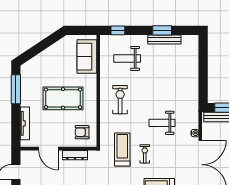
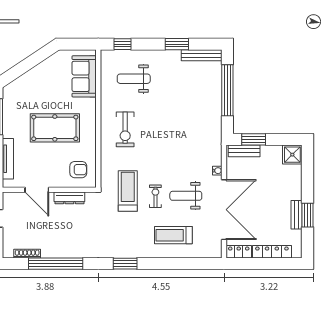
bench: (164, 39) -> (202, 55), moved
window: (203, 68) -> (227, 90), added
exercise bike: (120, 100) -> (125, 129), turned 180
weight bench: (162, 123) -> (186, 196), moved
armchair: (82, 132) -> (78, 170), turned 180

